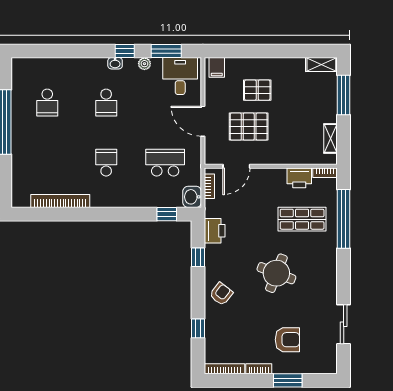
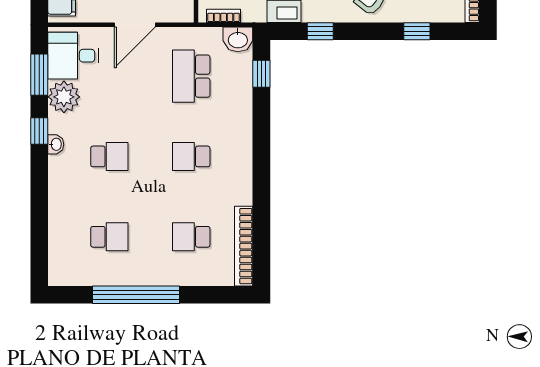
plant: (144, 64) -> (64, 97), width x1.87, depth x1.87
school desk: (47, 163) -> (191, 237), added
bookcase: (60, 201) -> (244, 246), moved

